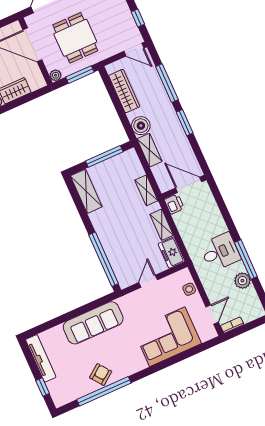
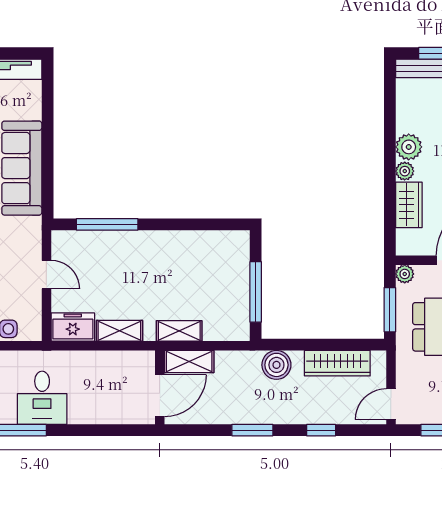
window: (167, 83) -> (321, 430), width x0.46
shelving: (149, 150) -> (189, 362), moved
shelving: (86, 191) -> (217, 243), removed
printer: (174, 204) -> (141, 362), removed
window: (104, 259) -> (107, 224), width x0.68

